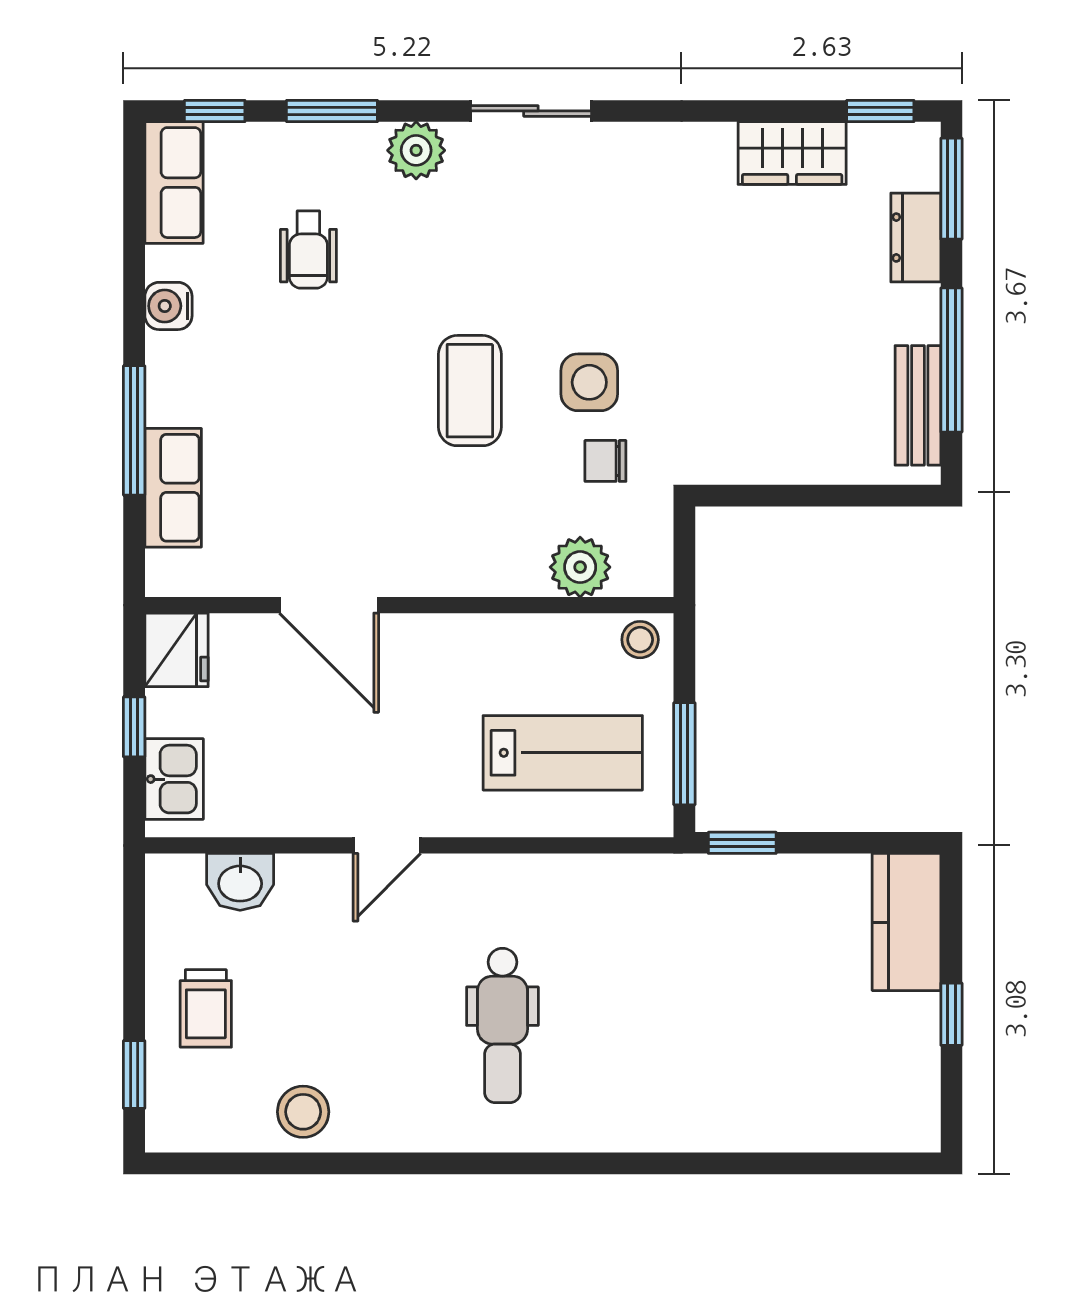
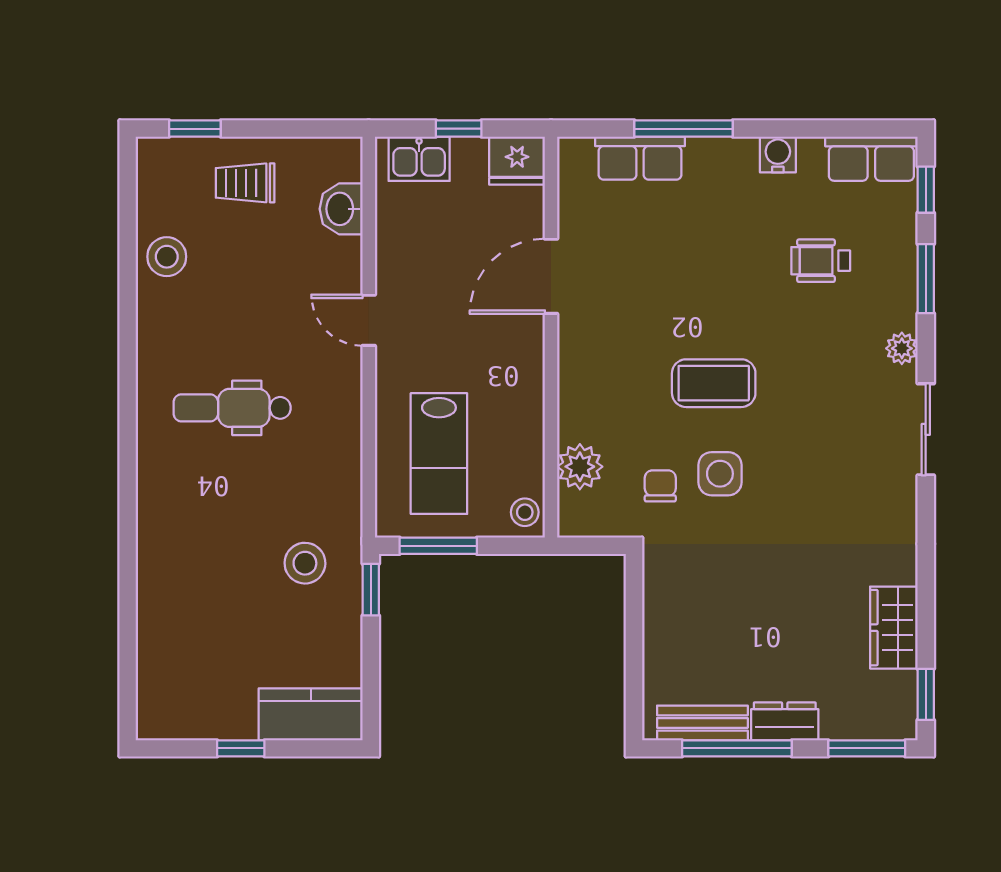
plant: (416, 150) -> (902, 348), width x0.73, depth x0.73
dresser: (916, 238) -> (785, 721), moved
stool: (707, 930) -> (305, 563), added

